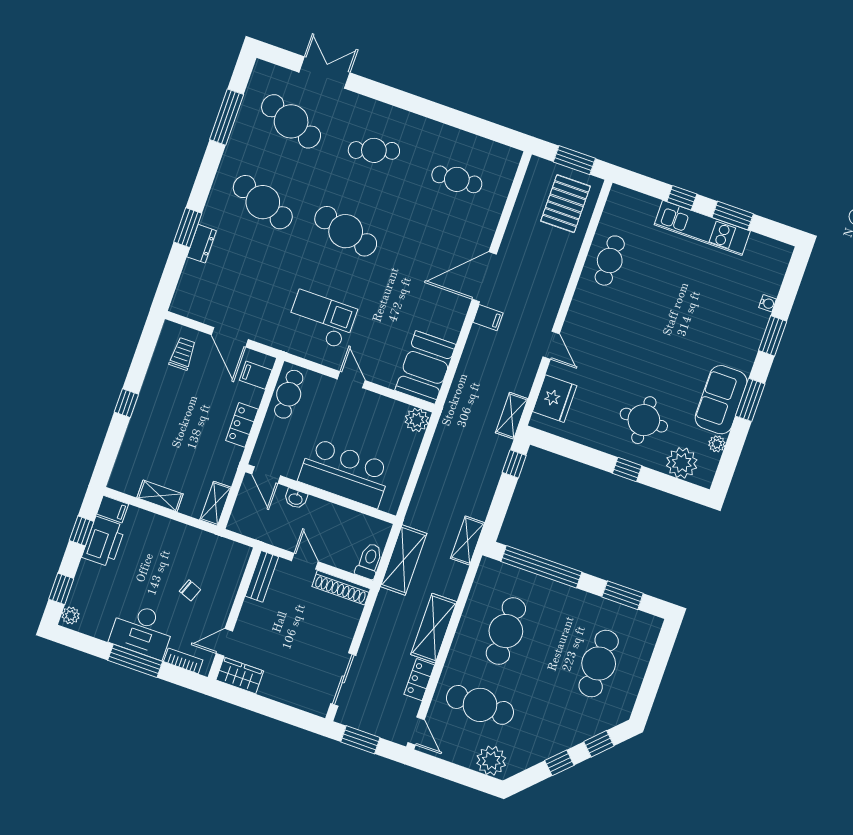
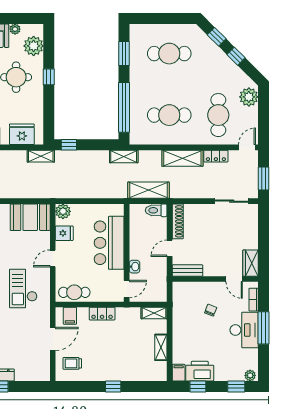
fridge: (383, 410) -> (64, 233), added

